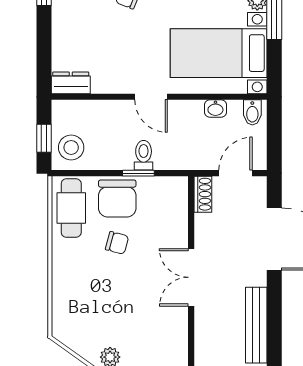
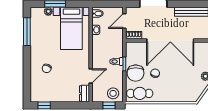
door: (151, 97) -> (91, 76), moved
door: (236, 173) -> (124, 21), hinge flipped
chair: (117, 198) -> (136, 73), turned 90
double door: (191, 277) -> (170, 41), width x1.87

